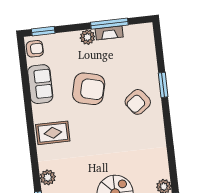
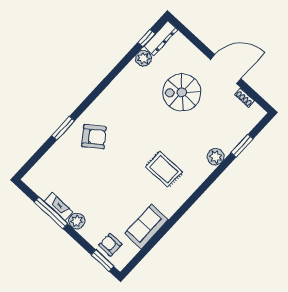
armchair: (35, 49) -> (110, 245), moved
armchair: (89, 89) -> (117, 185), removed
rug: (53, 133) -> (164, 169), moved

